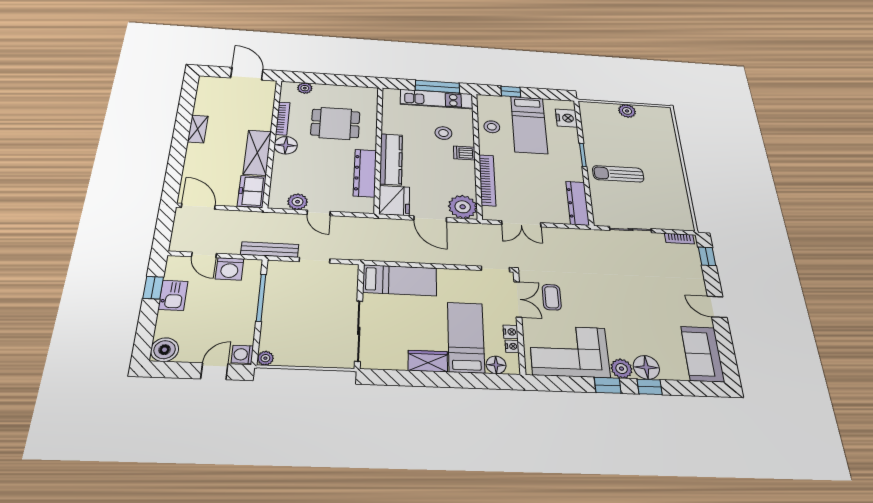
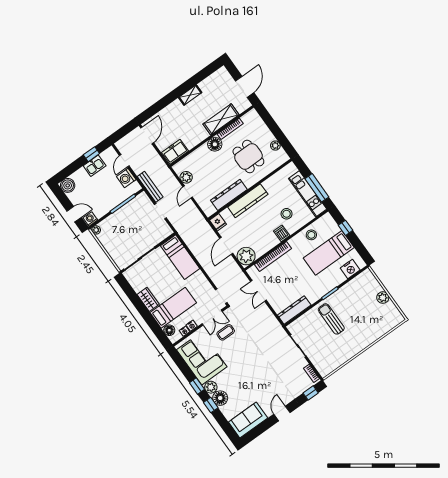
plant: (305, 88) -> (275, 146), moved
shelving: (257, 153) -> (221, 119), moved
fridge: (394, 201) -> (218, 222), width x0.53, depth x0.75

